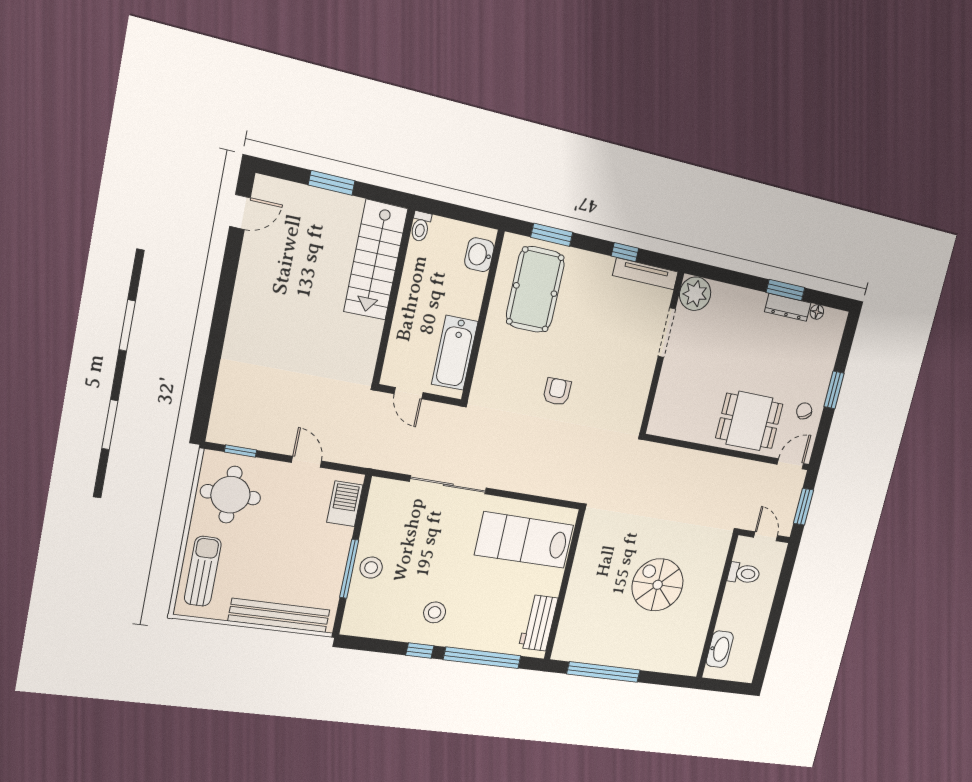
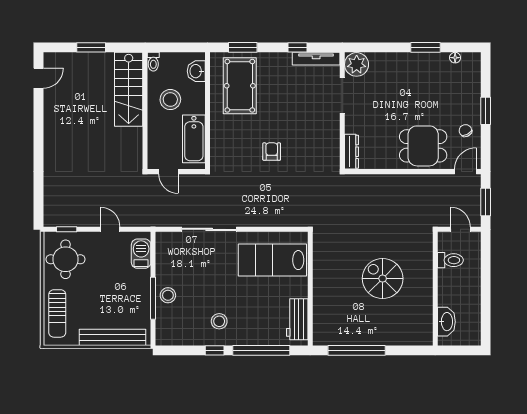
stool: (434, 288) -> (170, 100), added
dresser: (788, 307) -> (351, 152), moved, turned -90
sun lounger: (203, 571) -> (57, 313), turned 180

